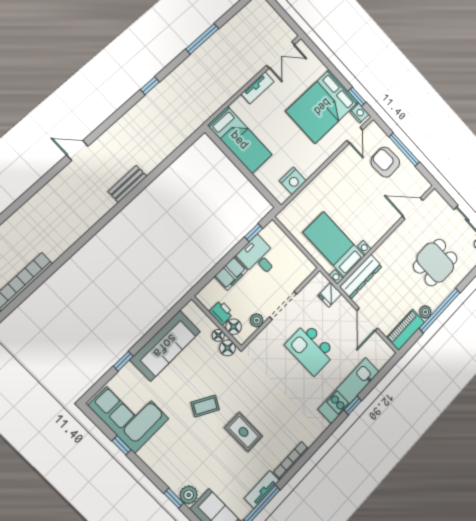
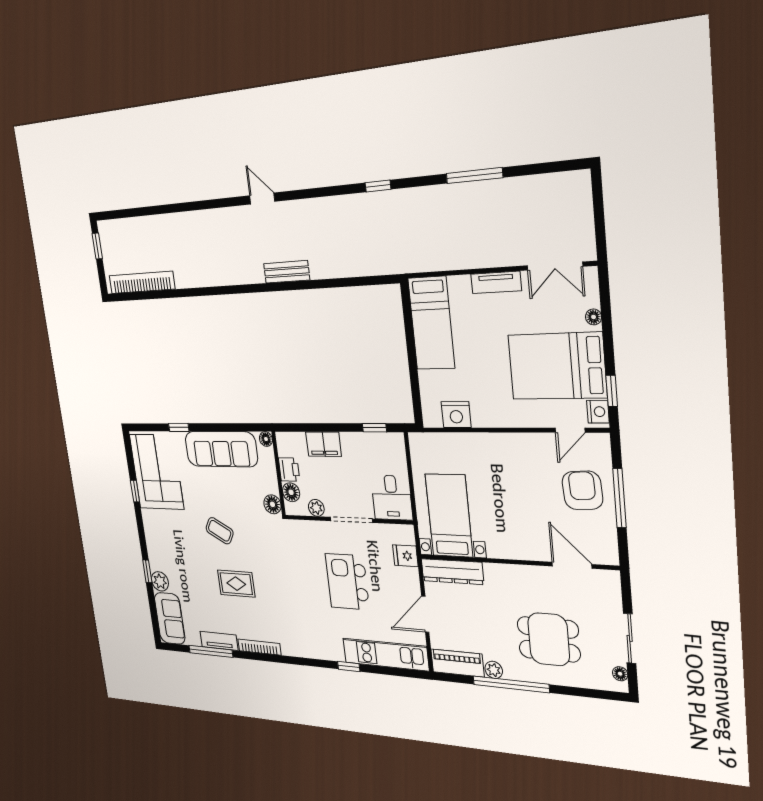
floor lamp: (319, 66) -> (594, 317), added
desk: (258, 257) -> (392, 498), moved, turned 180
floor lamp: (218, 335) -> (266, 439), moved
kitchen unit: (349, 390) -> (386, 654), moved
rug: (244, 432) -> (236, 584), turned 90

